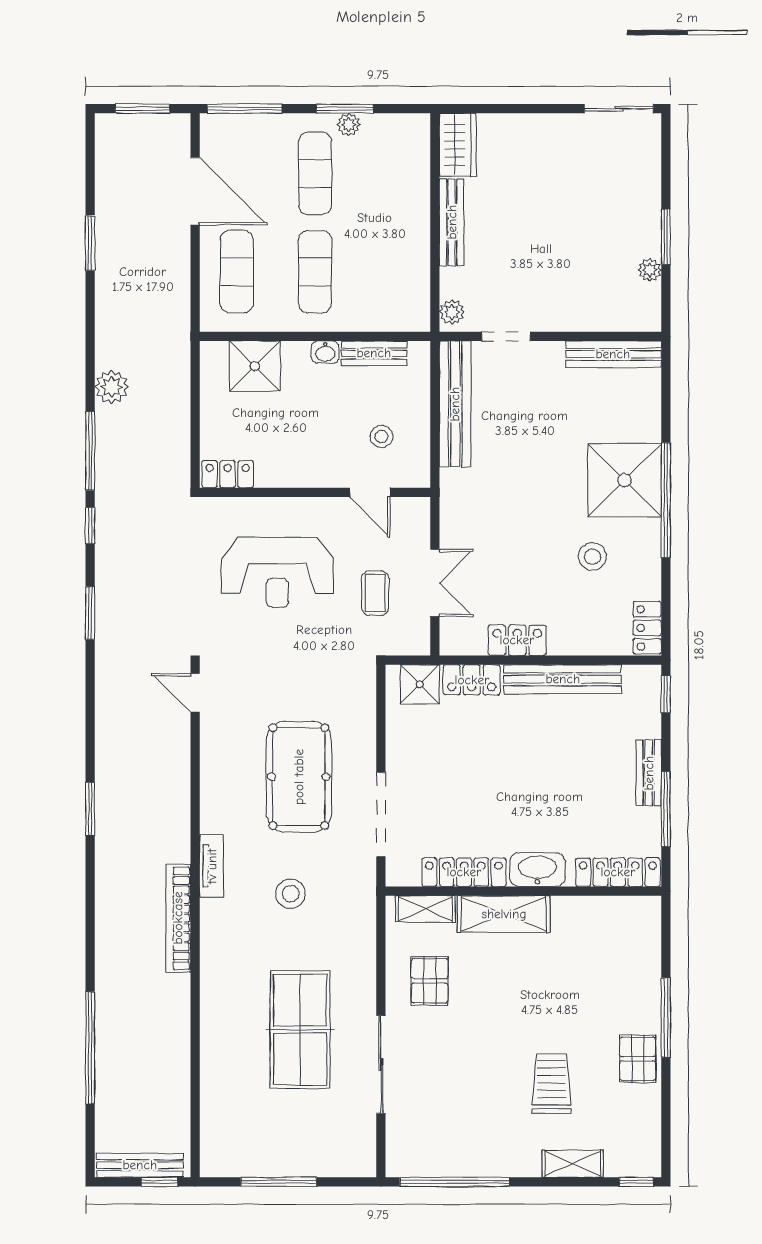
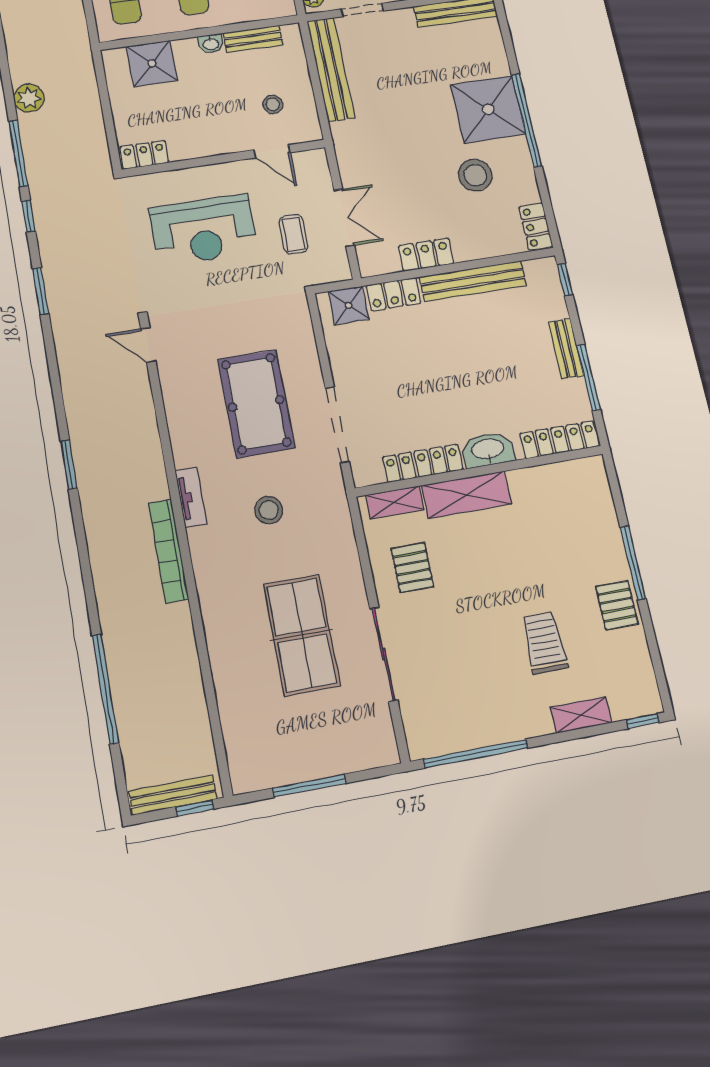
stool: (592, 557) -> (475, 175), width x1.38, depth x1.38

